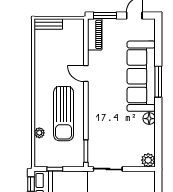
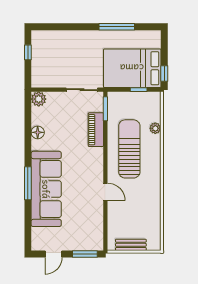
bench: (48, 24) -> (131, 245), moved
piano: (95, 34) -> (96, 130), moved
floor lamp: (149, 119) -> (38, 132), moved

